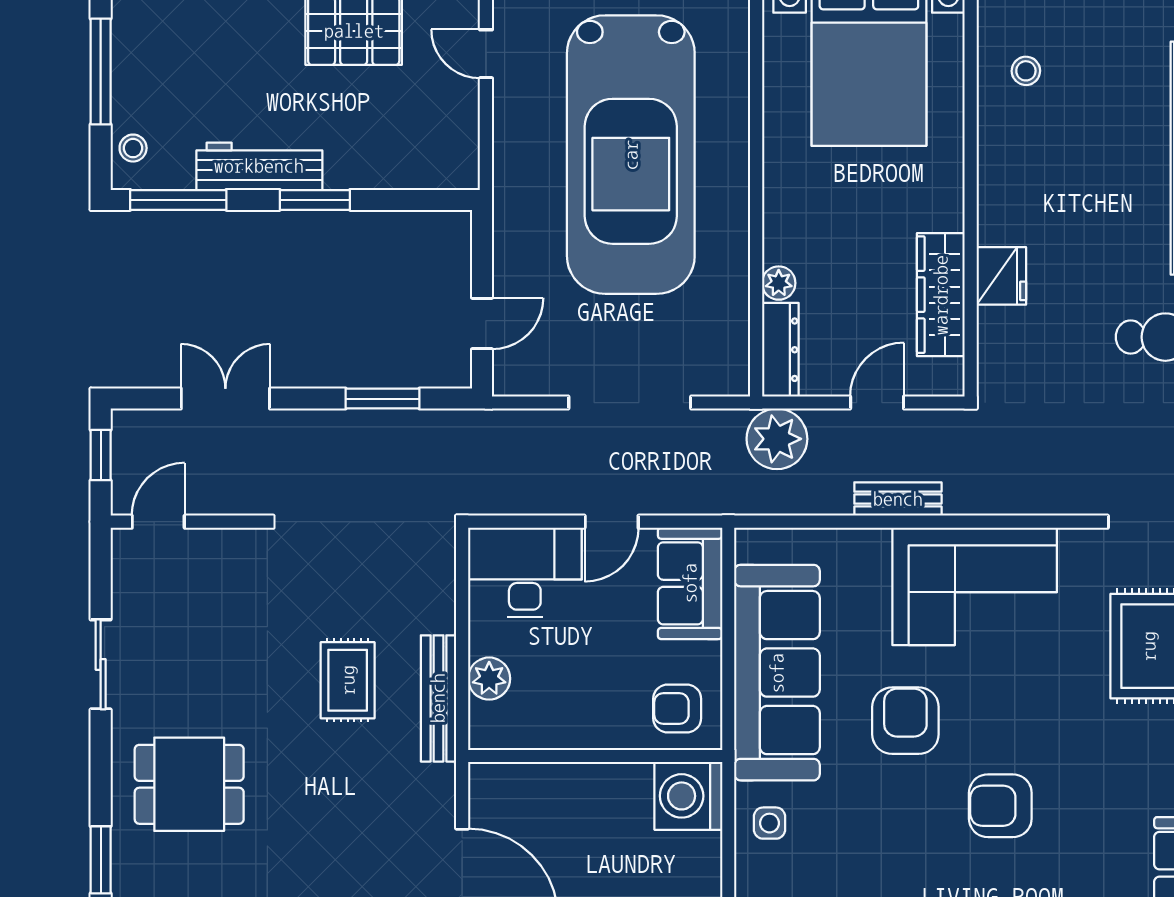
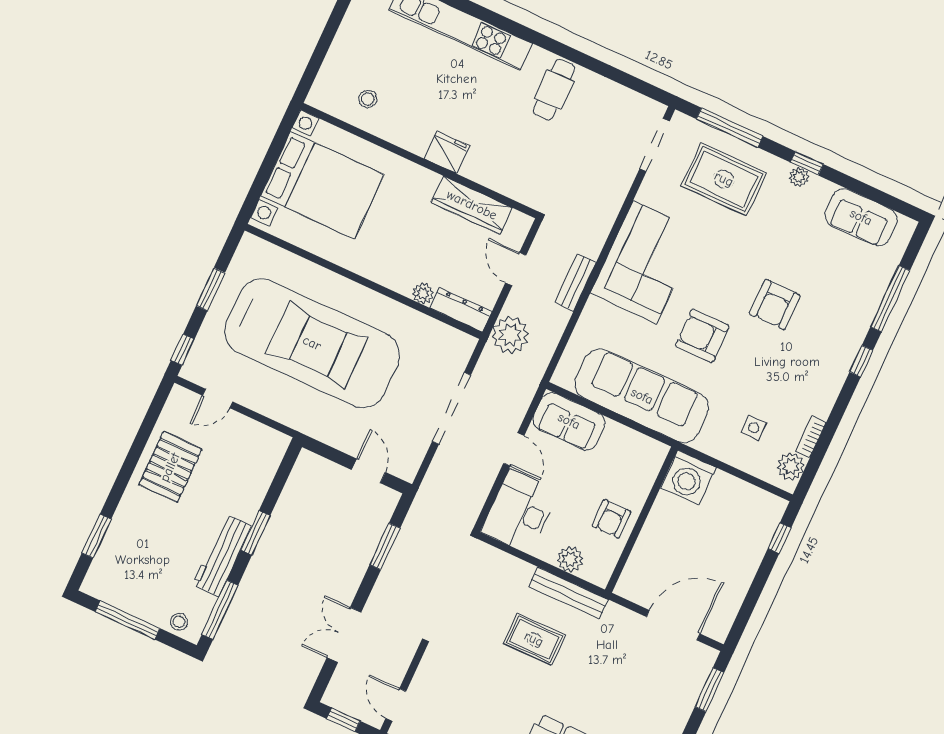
fridge: (1001, 276) -> (447, 152), moved
armchair: (677, 709) -> (611, 519), moved
side table: (770, 823) -> (754, 428), moved

